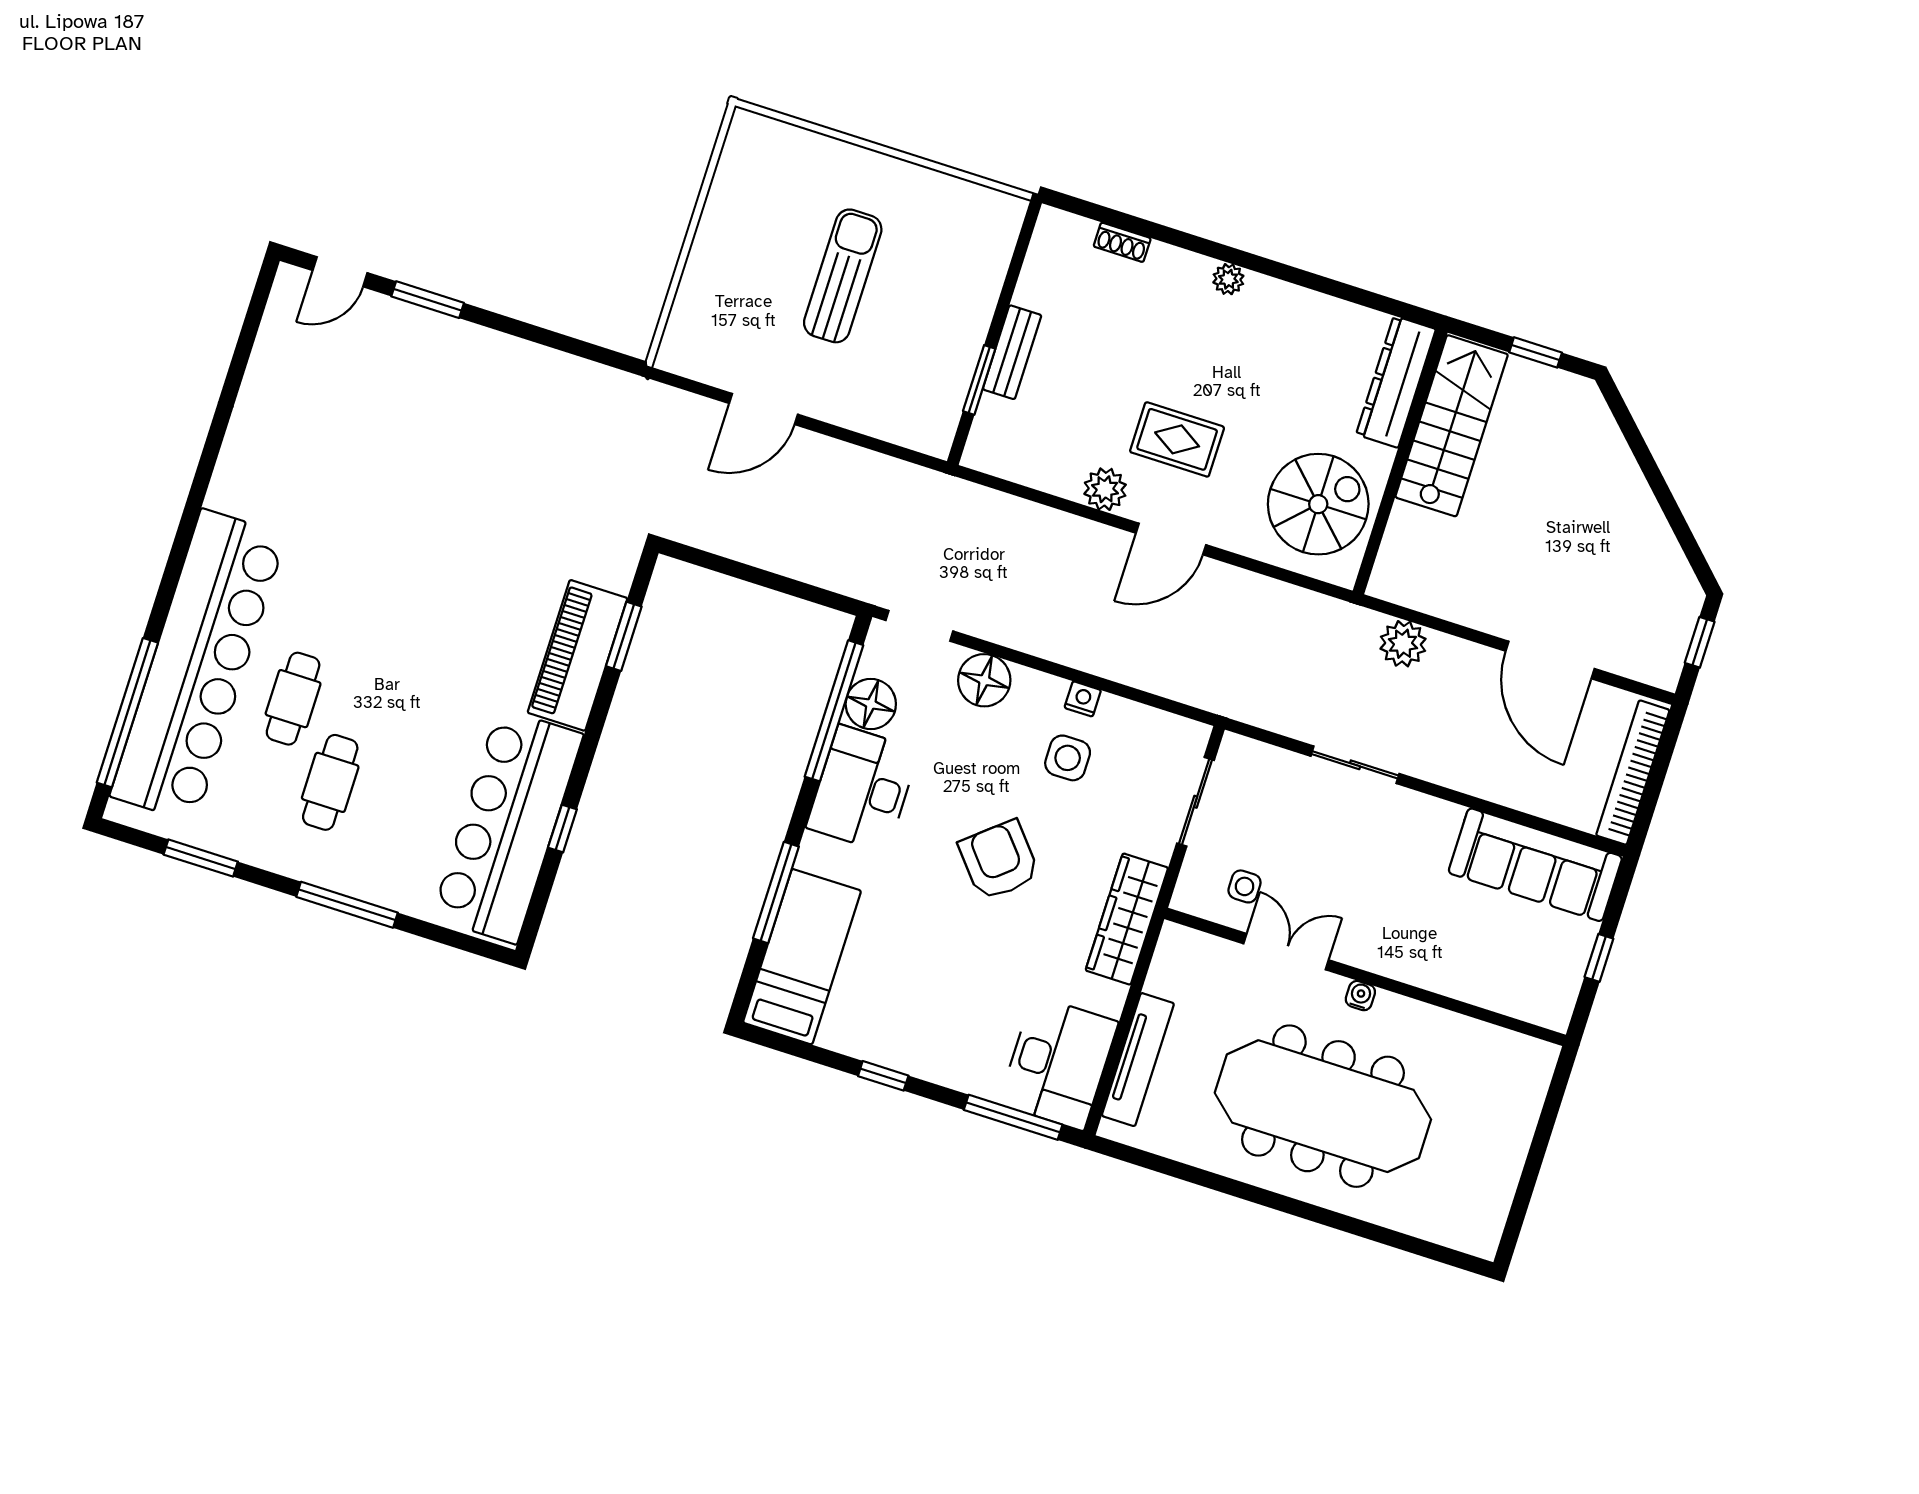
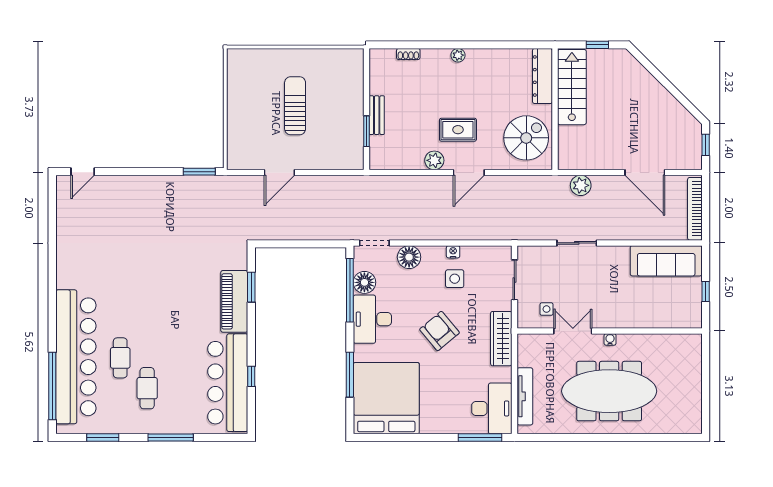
window: (428, 300) -> (199, 172), moved
bed: (802, 957) -> (386, 398), width x2.04
window: (883, 1076) -> (420, 437), removed

